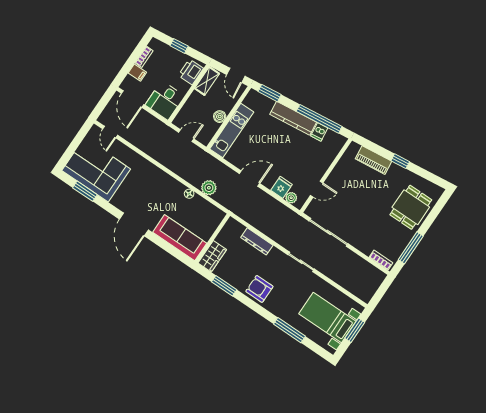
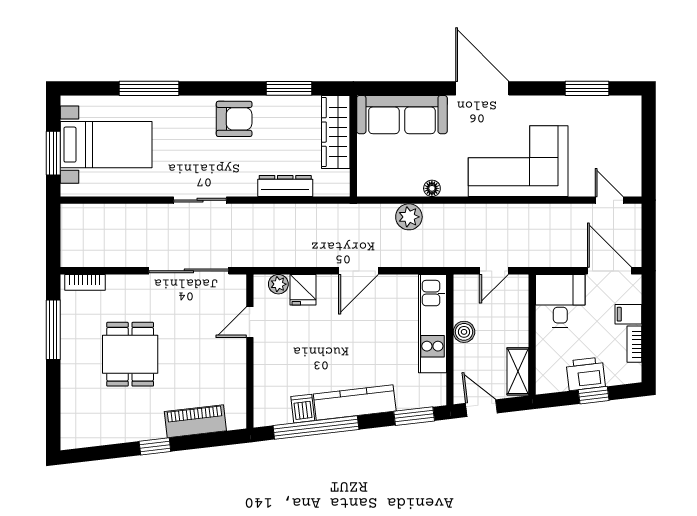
printer: (191, 72) -> (586, 374), moved, turned -97
corner sofa: (96, 170) -> (518, 161), moved, turned 180
dining table: (411, 207) -> (130, 354), moved
wardrobe: (212, 256) -> (336, 132), width x1.50

